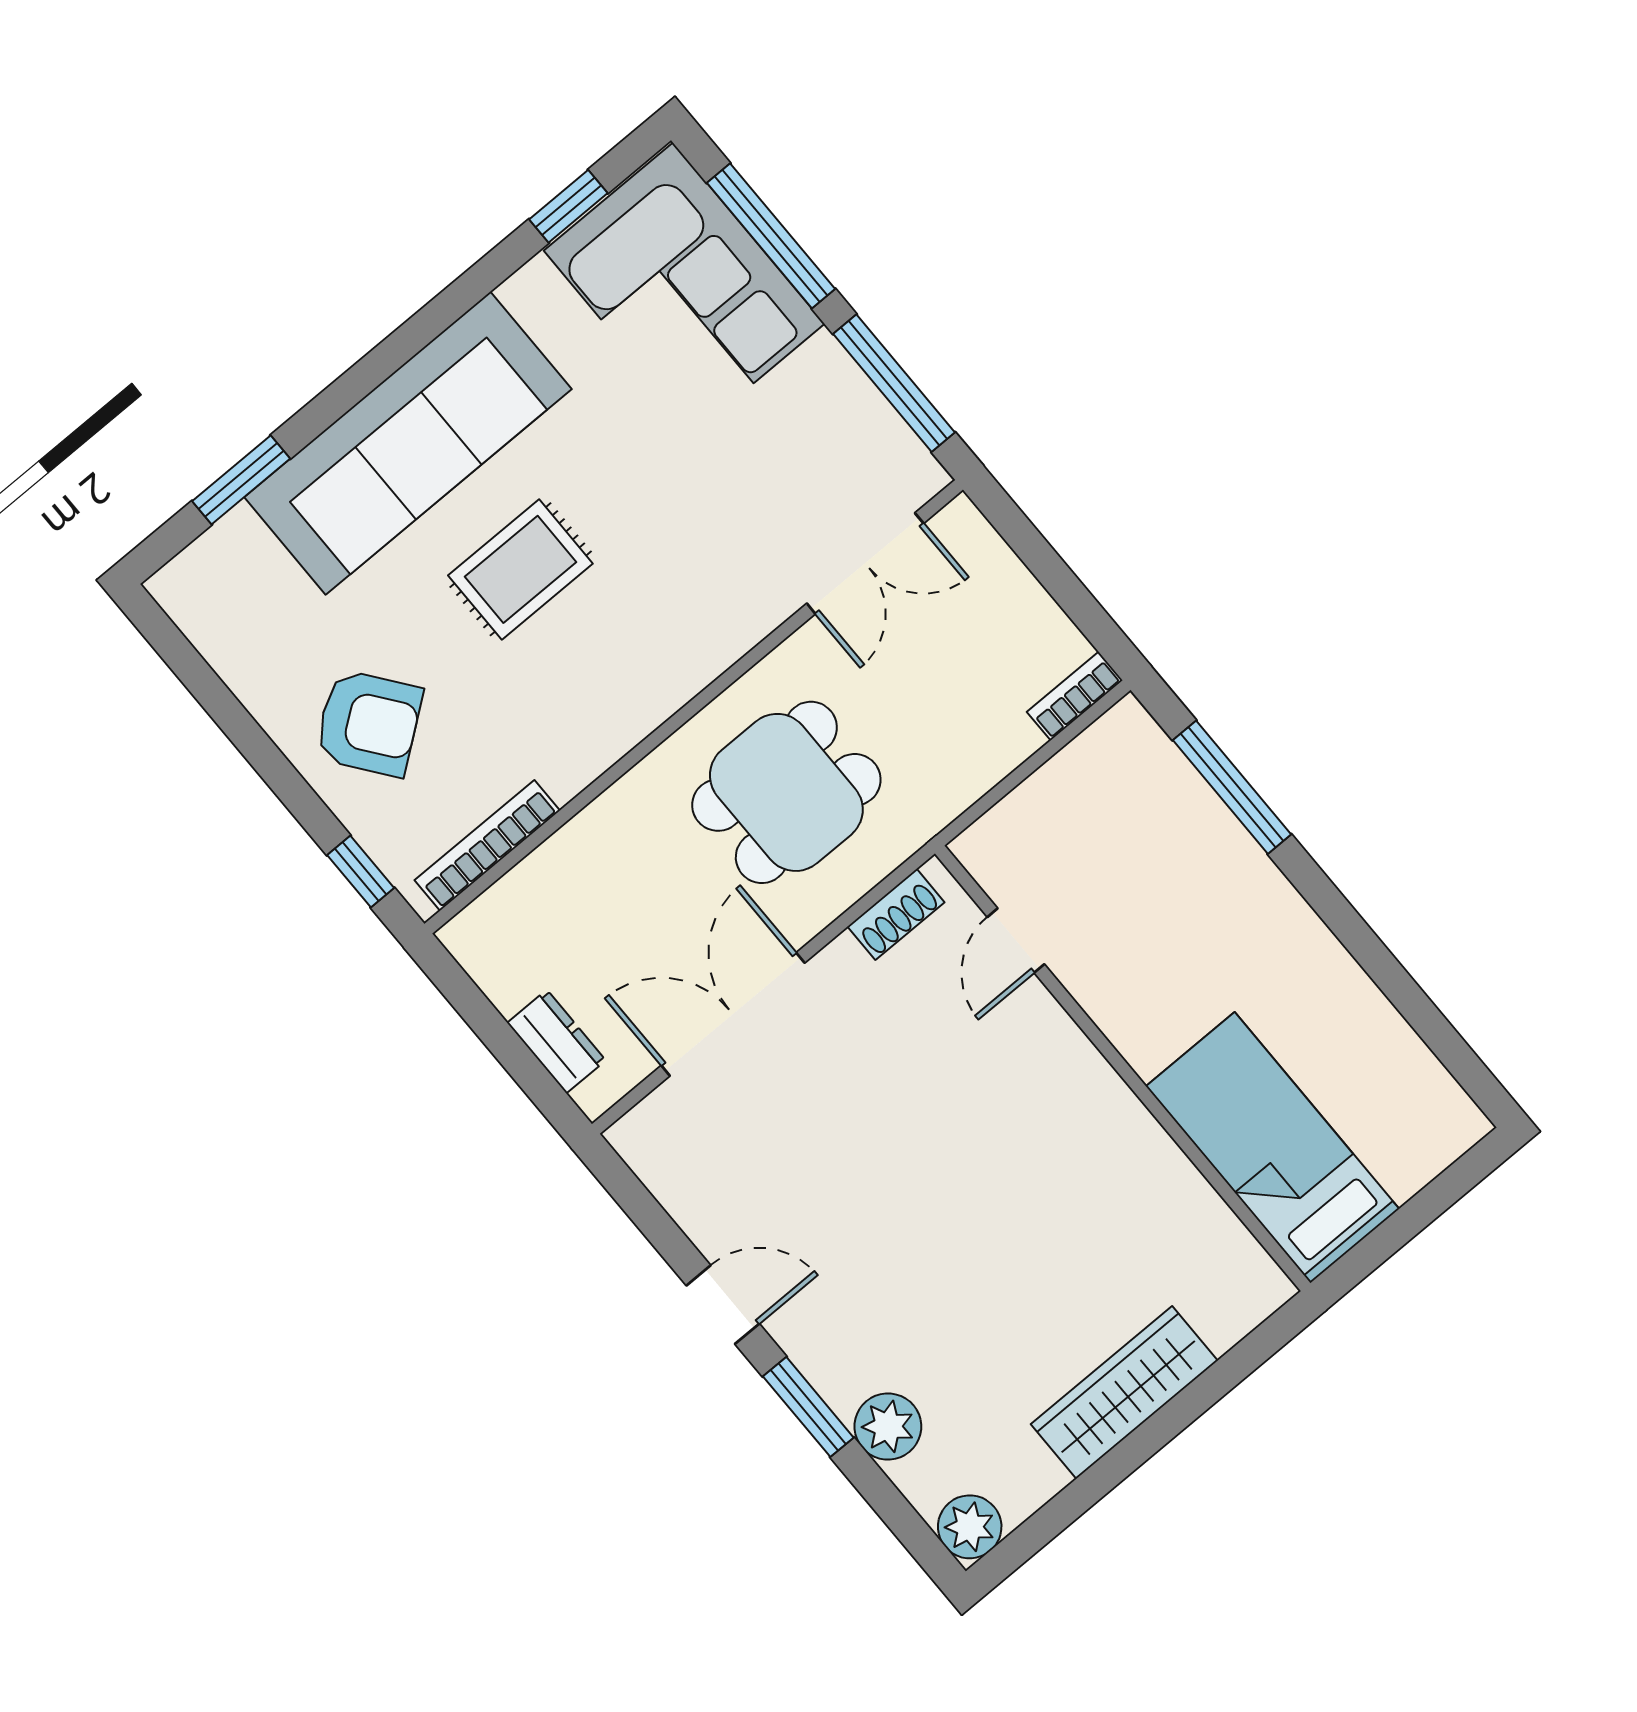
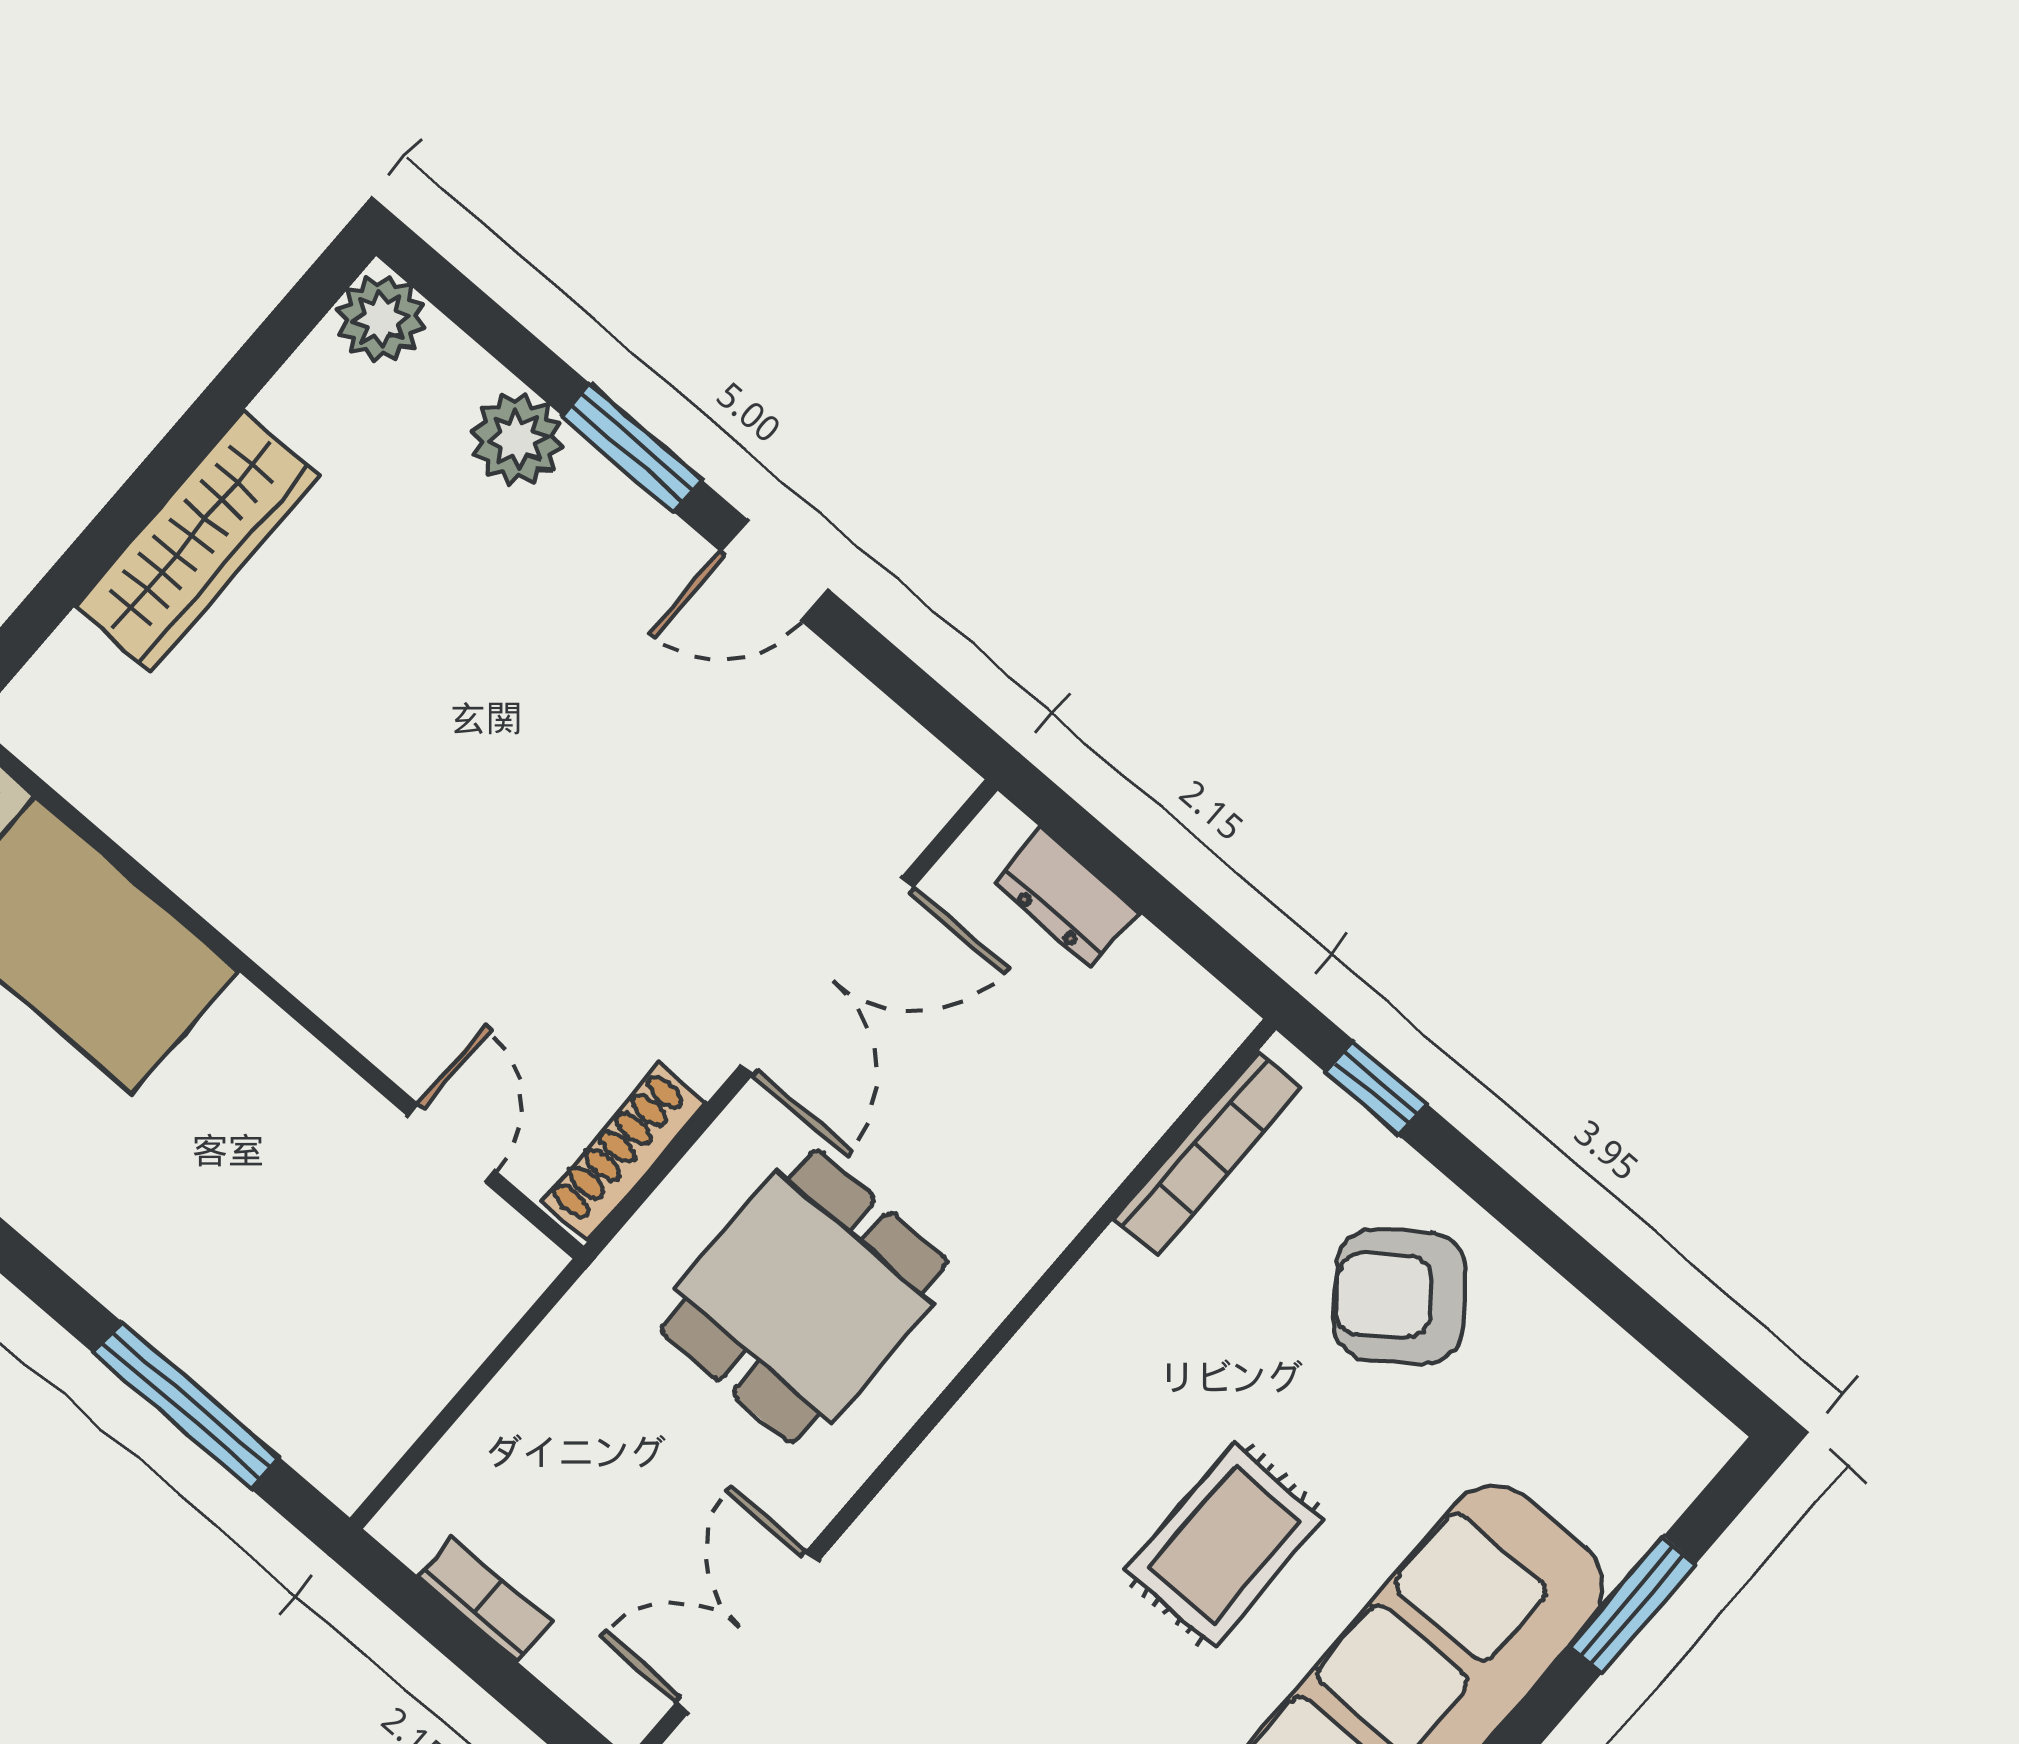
bookcase: (1075, 696) -> (485, 1599), moved, turned -90
shoe rack: (896, 914) -> (624, 1152), width x1.43

